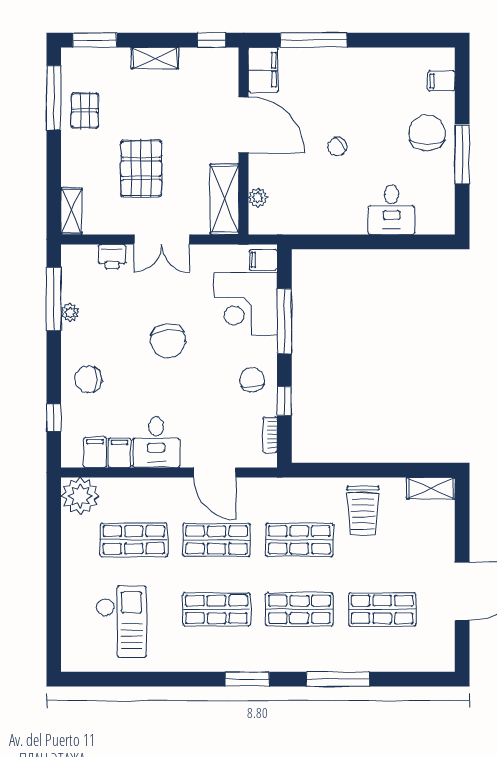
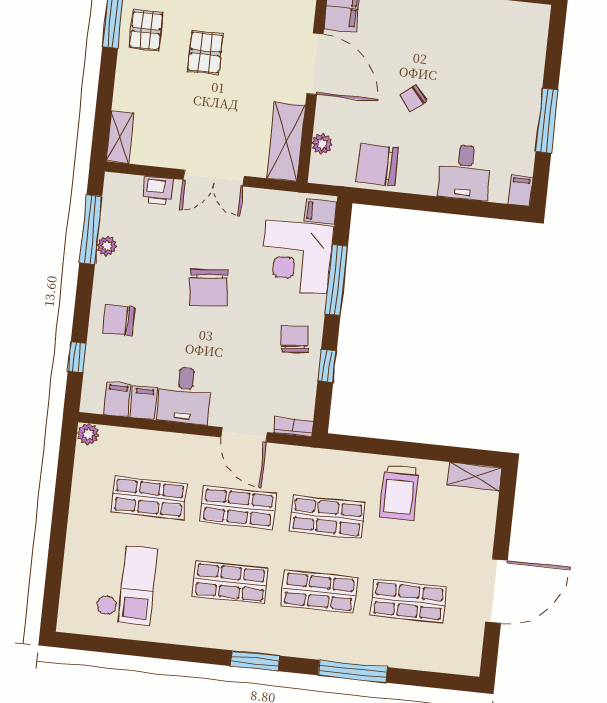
filing cabinet: (441, 81) -> (520, 191), moved, turned 90
chair: (427, 133) -> (377, 165), moved, turned -90
pallet: (141, 168) -> (205, 52), moved, width x0.67, depth x0.71
bookcase: (270, 435) -> (293, 427), moved, turned 90
plant: (80, 496) -> (88, 434), width x0.53, depth x0.53

